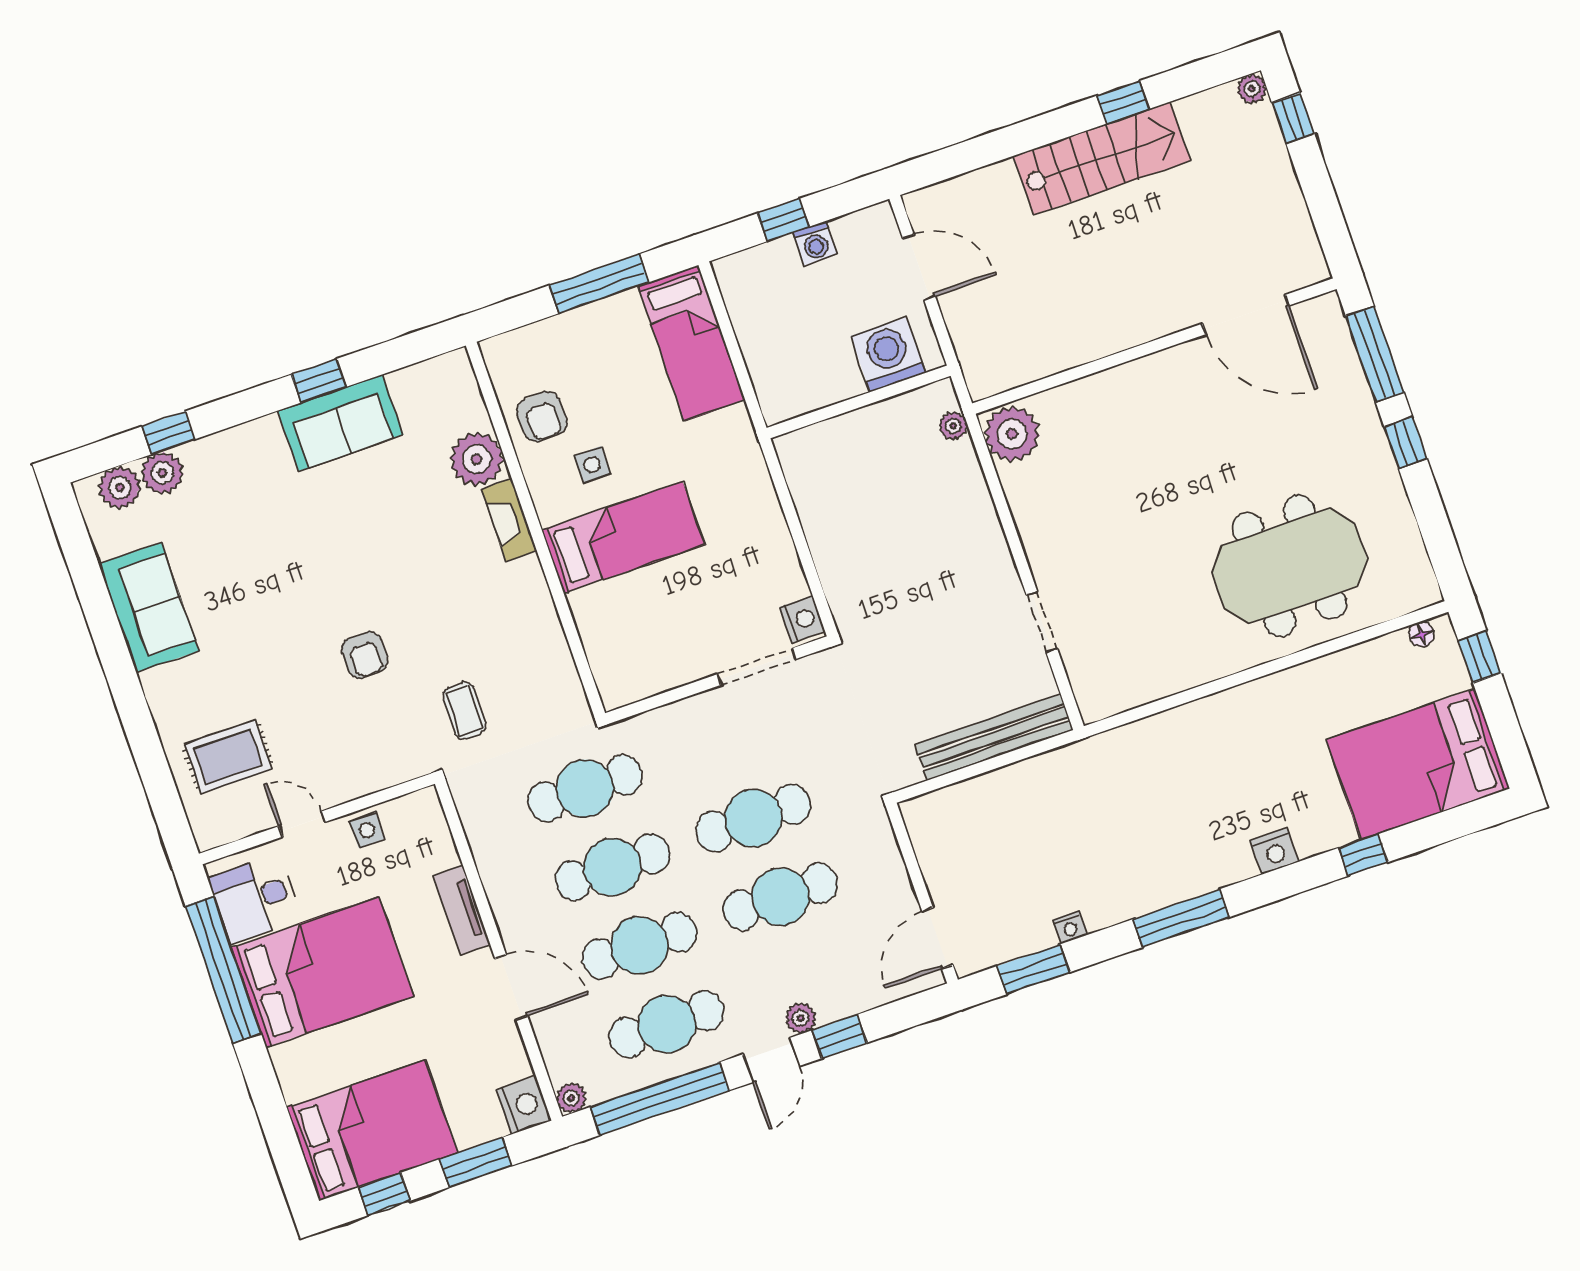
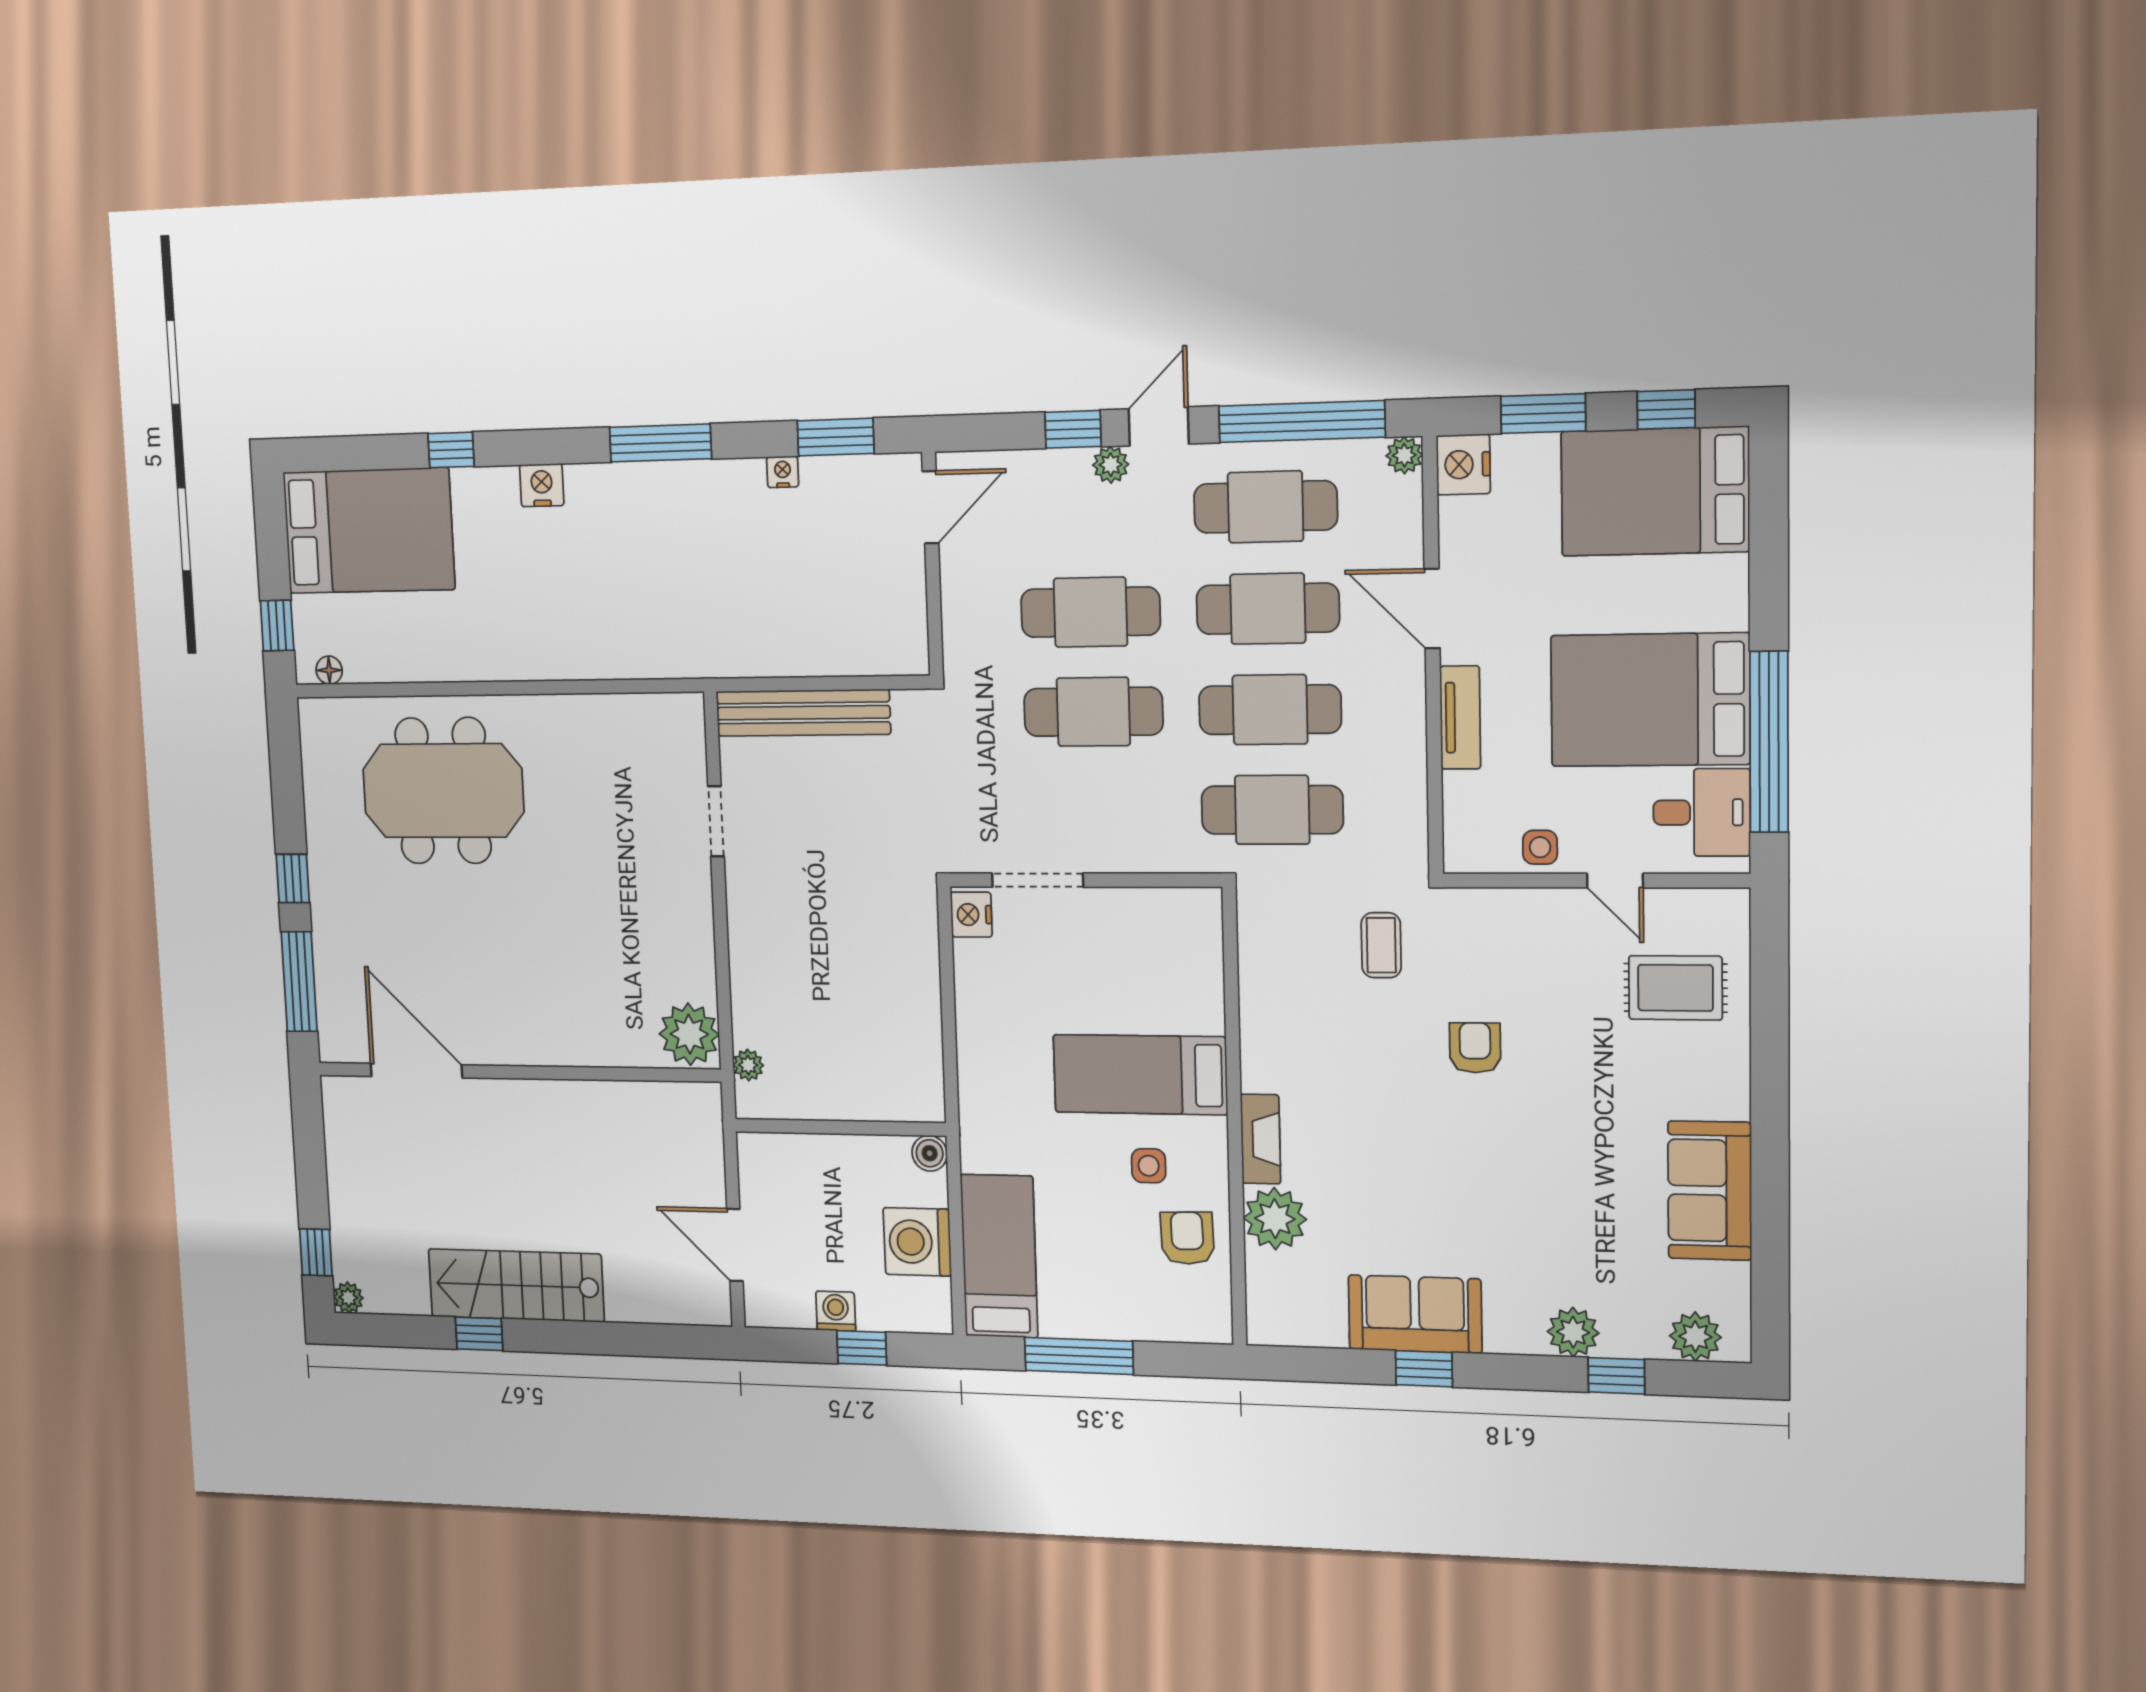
washing machine: (888, 354) -> (917, 1242), moved, turned 90
boiler: (776, 408) -> (930, 1153), added
plant: (162, 473) -> (1573, 1332), moved

